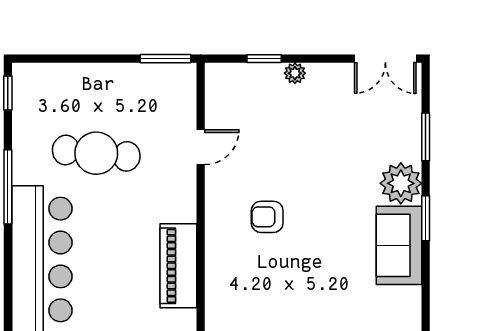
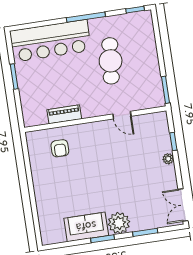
armchair: (267, 217) -> (60, 148), moved, turned 180
piano: (178, 266) -> (64, 114), width x0.73, depth x0.75

